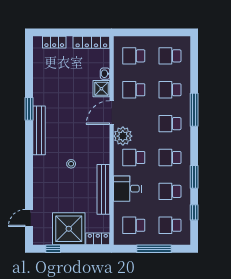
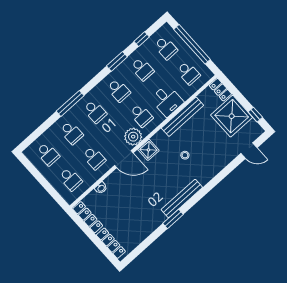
locker: (54, 42) -> (111, 243), width x1.53
shower: (101, 89) -> (148, 150), moved
window: (154, 249) -> (192, 44), width x1.46

